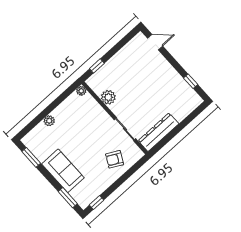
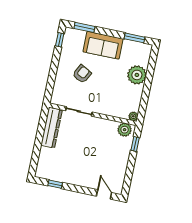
door: (155, 42) -> (104, 194), swing flipped
plant: (108, 97) -> (125, 130), moved
plant: (49, 121) -> (137, 75), width x1.88, depth x1.88
armchair: (115, 159) -> (82, 74), moved

